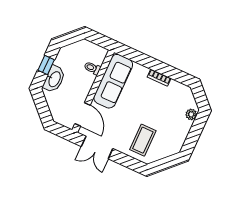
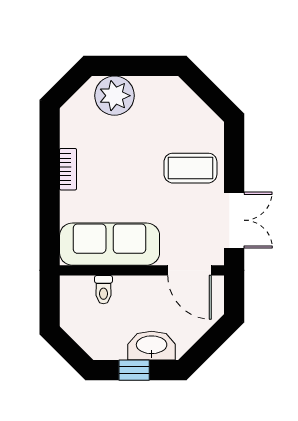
door: (82, 114) -> (189, 270), swing flipped
plant: (191, 114) -> (114, 96), width x1.87, depth x1.87
coffee table: (143, 140) -> (190, 168), moved

